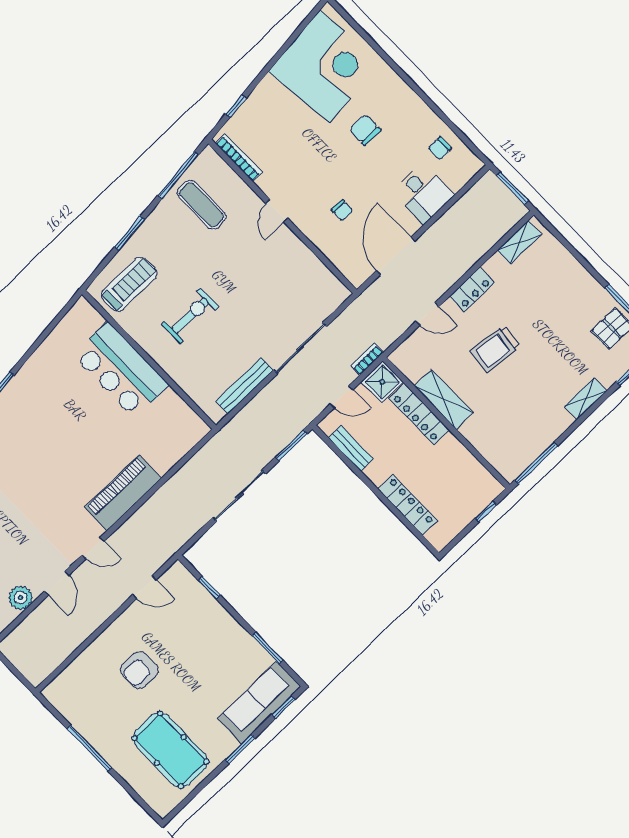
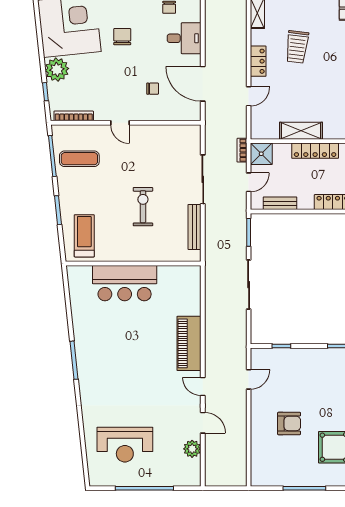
plant: (269, 96) -> (57, 70), added
chair: (365, 130) -> (122, 37), turned 90
exercise bike: (190, 316) -> (143, 207), moved
trolley: (495, 349) -> (297, 47), moved
locker: (419, 414) -> (315, 151), moved
door: (93, 548) -> (203, 386), swing flipped
armchair: (139, 670) -> (289, 423), turned -90

